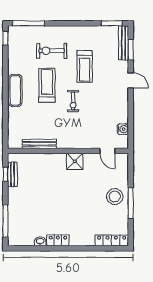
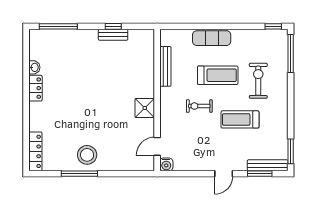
bench: (39, 144) -> (165, 66), moved
wall: (68, 151) -> (157, 100), moved
door: (107, 151) -> (157, 146), moved
shower: (75, 161) -> (145, 108), moved

